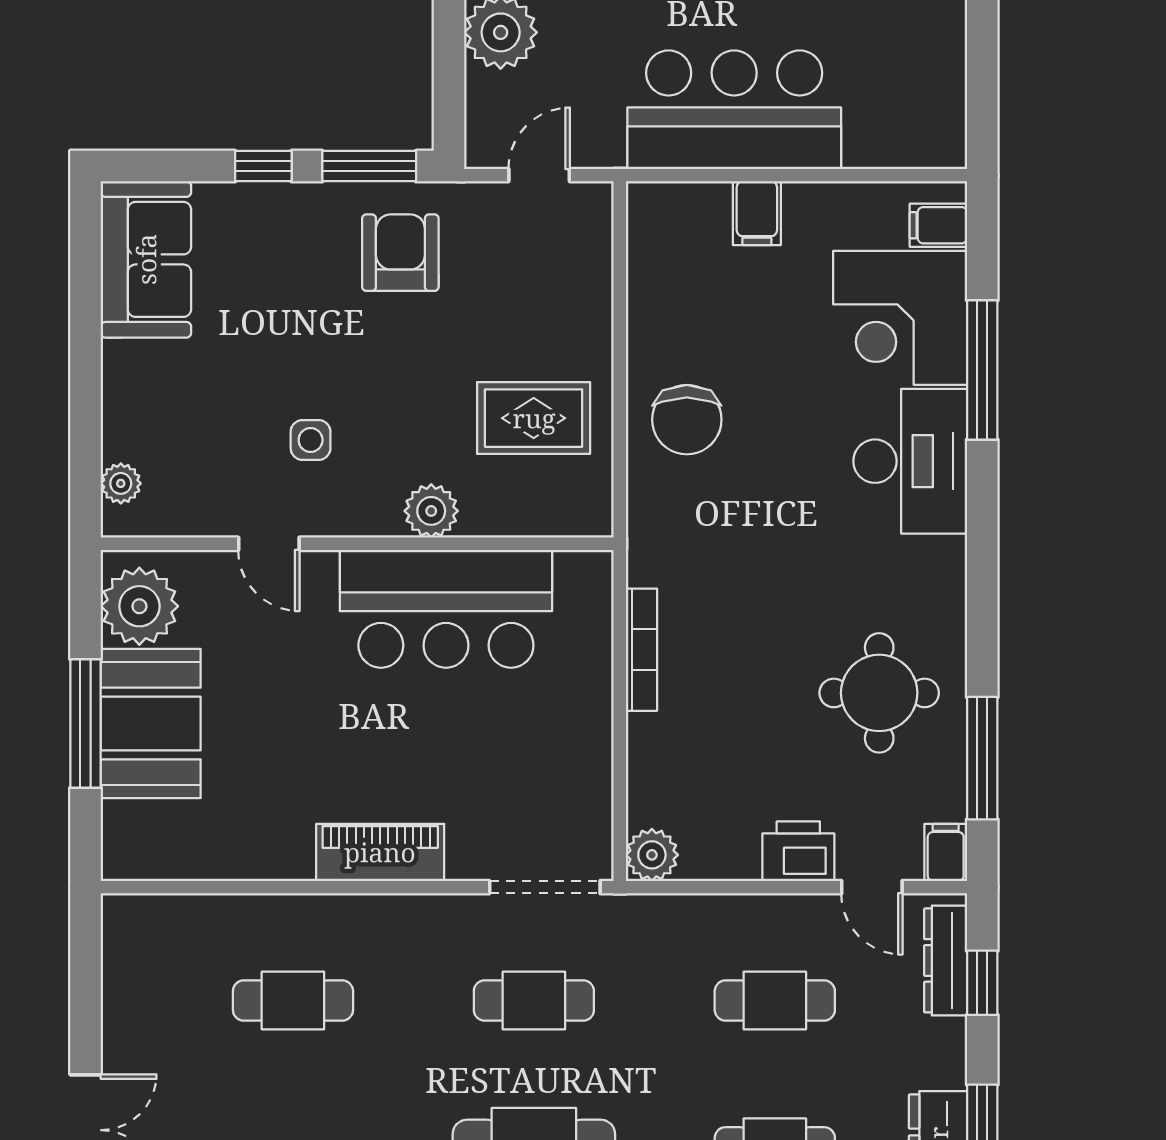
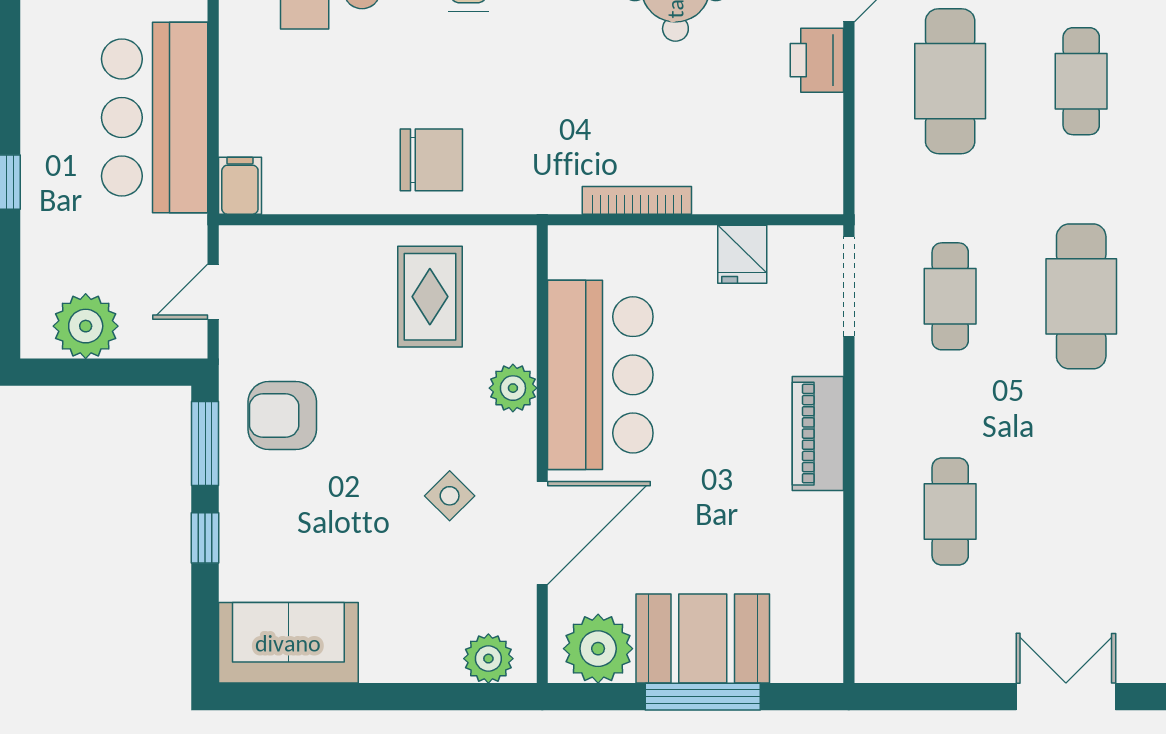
door: (539, 175) -> (213, 292), hinge flipped
filing cabinet: (757, 213) -> (240, 186), moved, turned -90
side table: (311, 440) -> (450, 496), turned 45
plant: (121, 483) -> (488, 659), width x1.38, depth x1.38
door: (269, 544) -> (542, 533), width x1.87
fridge: (581, 768) -> (742, 254), added
plant: (652, 855) -> (820, 191), removed
cafe table: (775, 1001) -> (950, 81), width x1.37, depth x1.35

